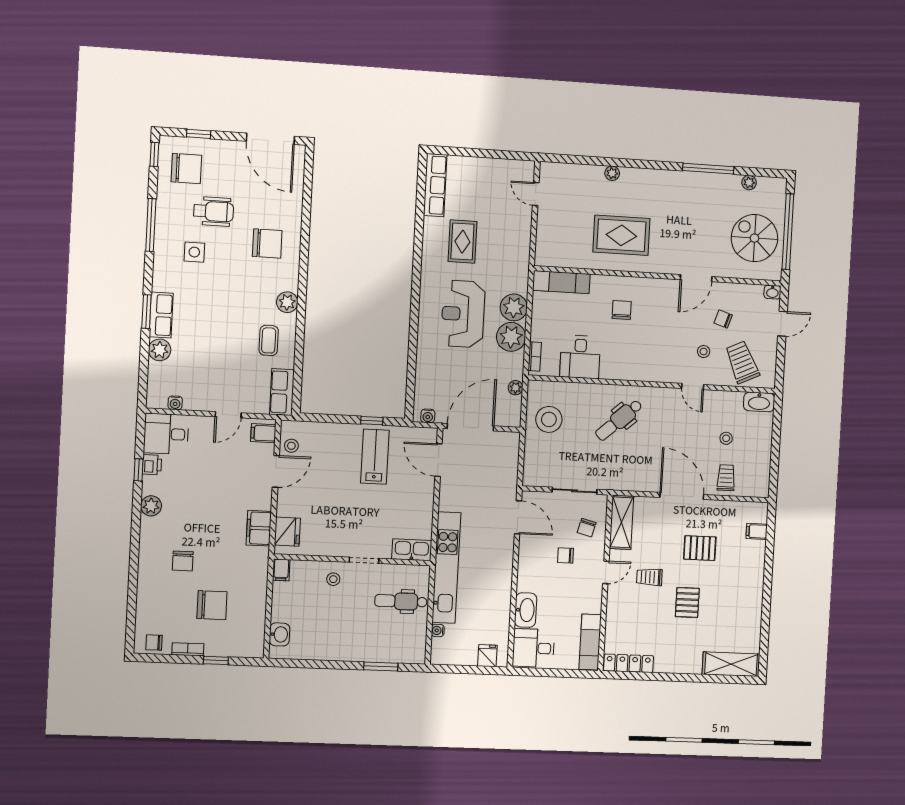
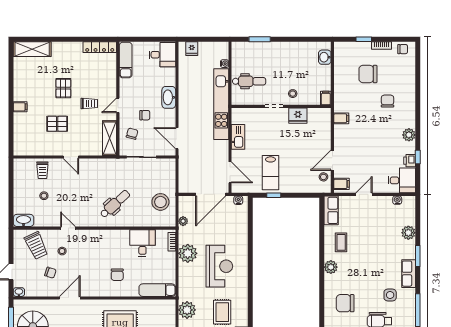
plant: (514, 307) -> (187, 310), moved
row of seats: (161, 315) -> (409, 274), moved
door: (682, 496) -> (71, 157), width x0.53
filing cabinet: (259, 528) -> (341, 118), width x0.50
filing cabinet: (757, 531) -> (20, 107), moved
fridge: (287, 532) -> (298, 116), moved, turned -90
kitchen sink: (412, 550) -> (238, 137), moved, turned -90
washbasin: (526, 610) -> (169, 97), moved

